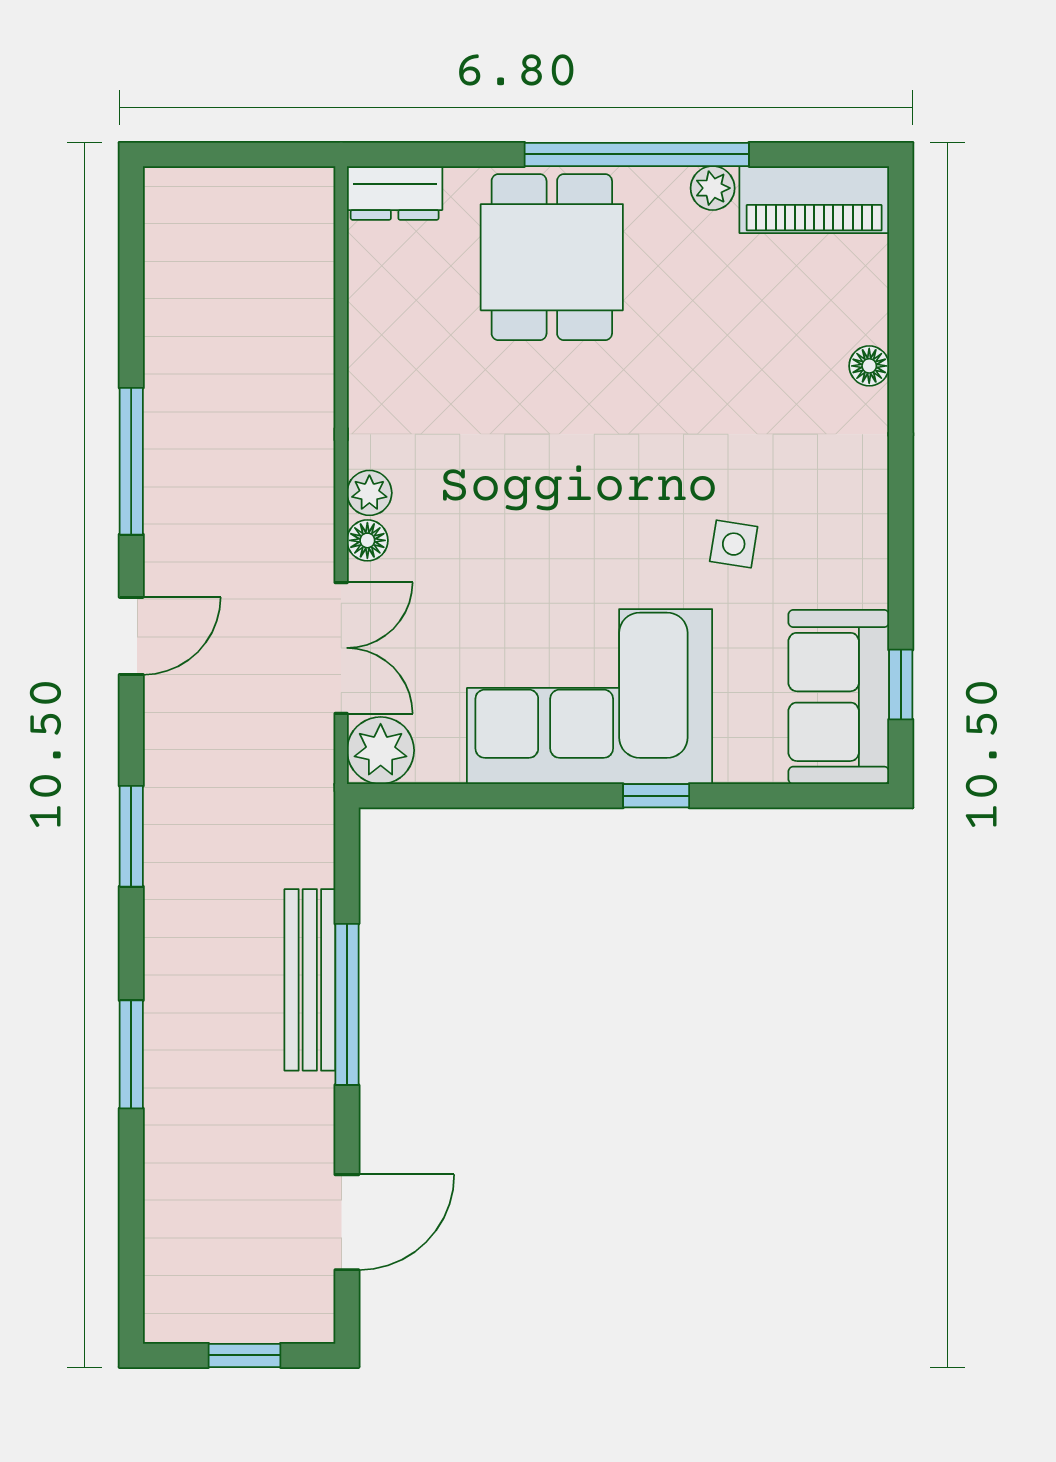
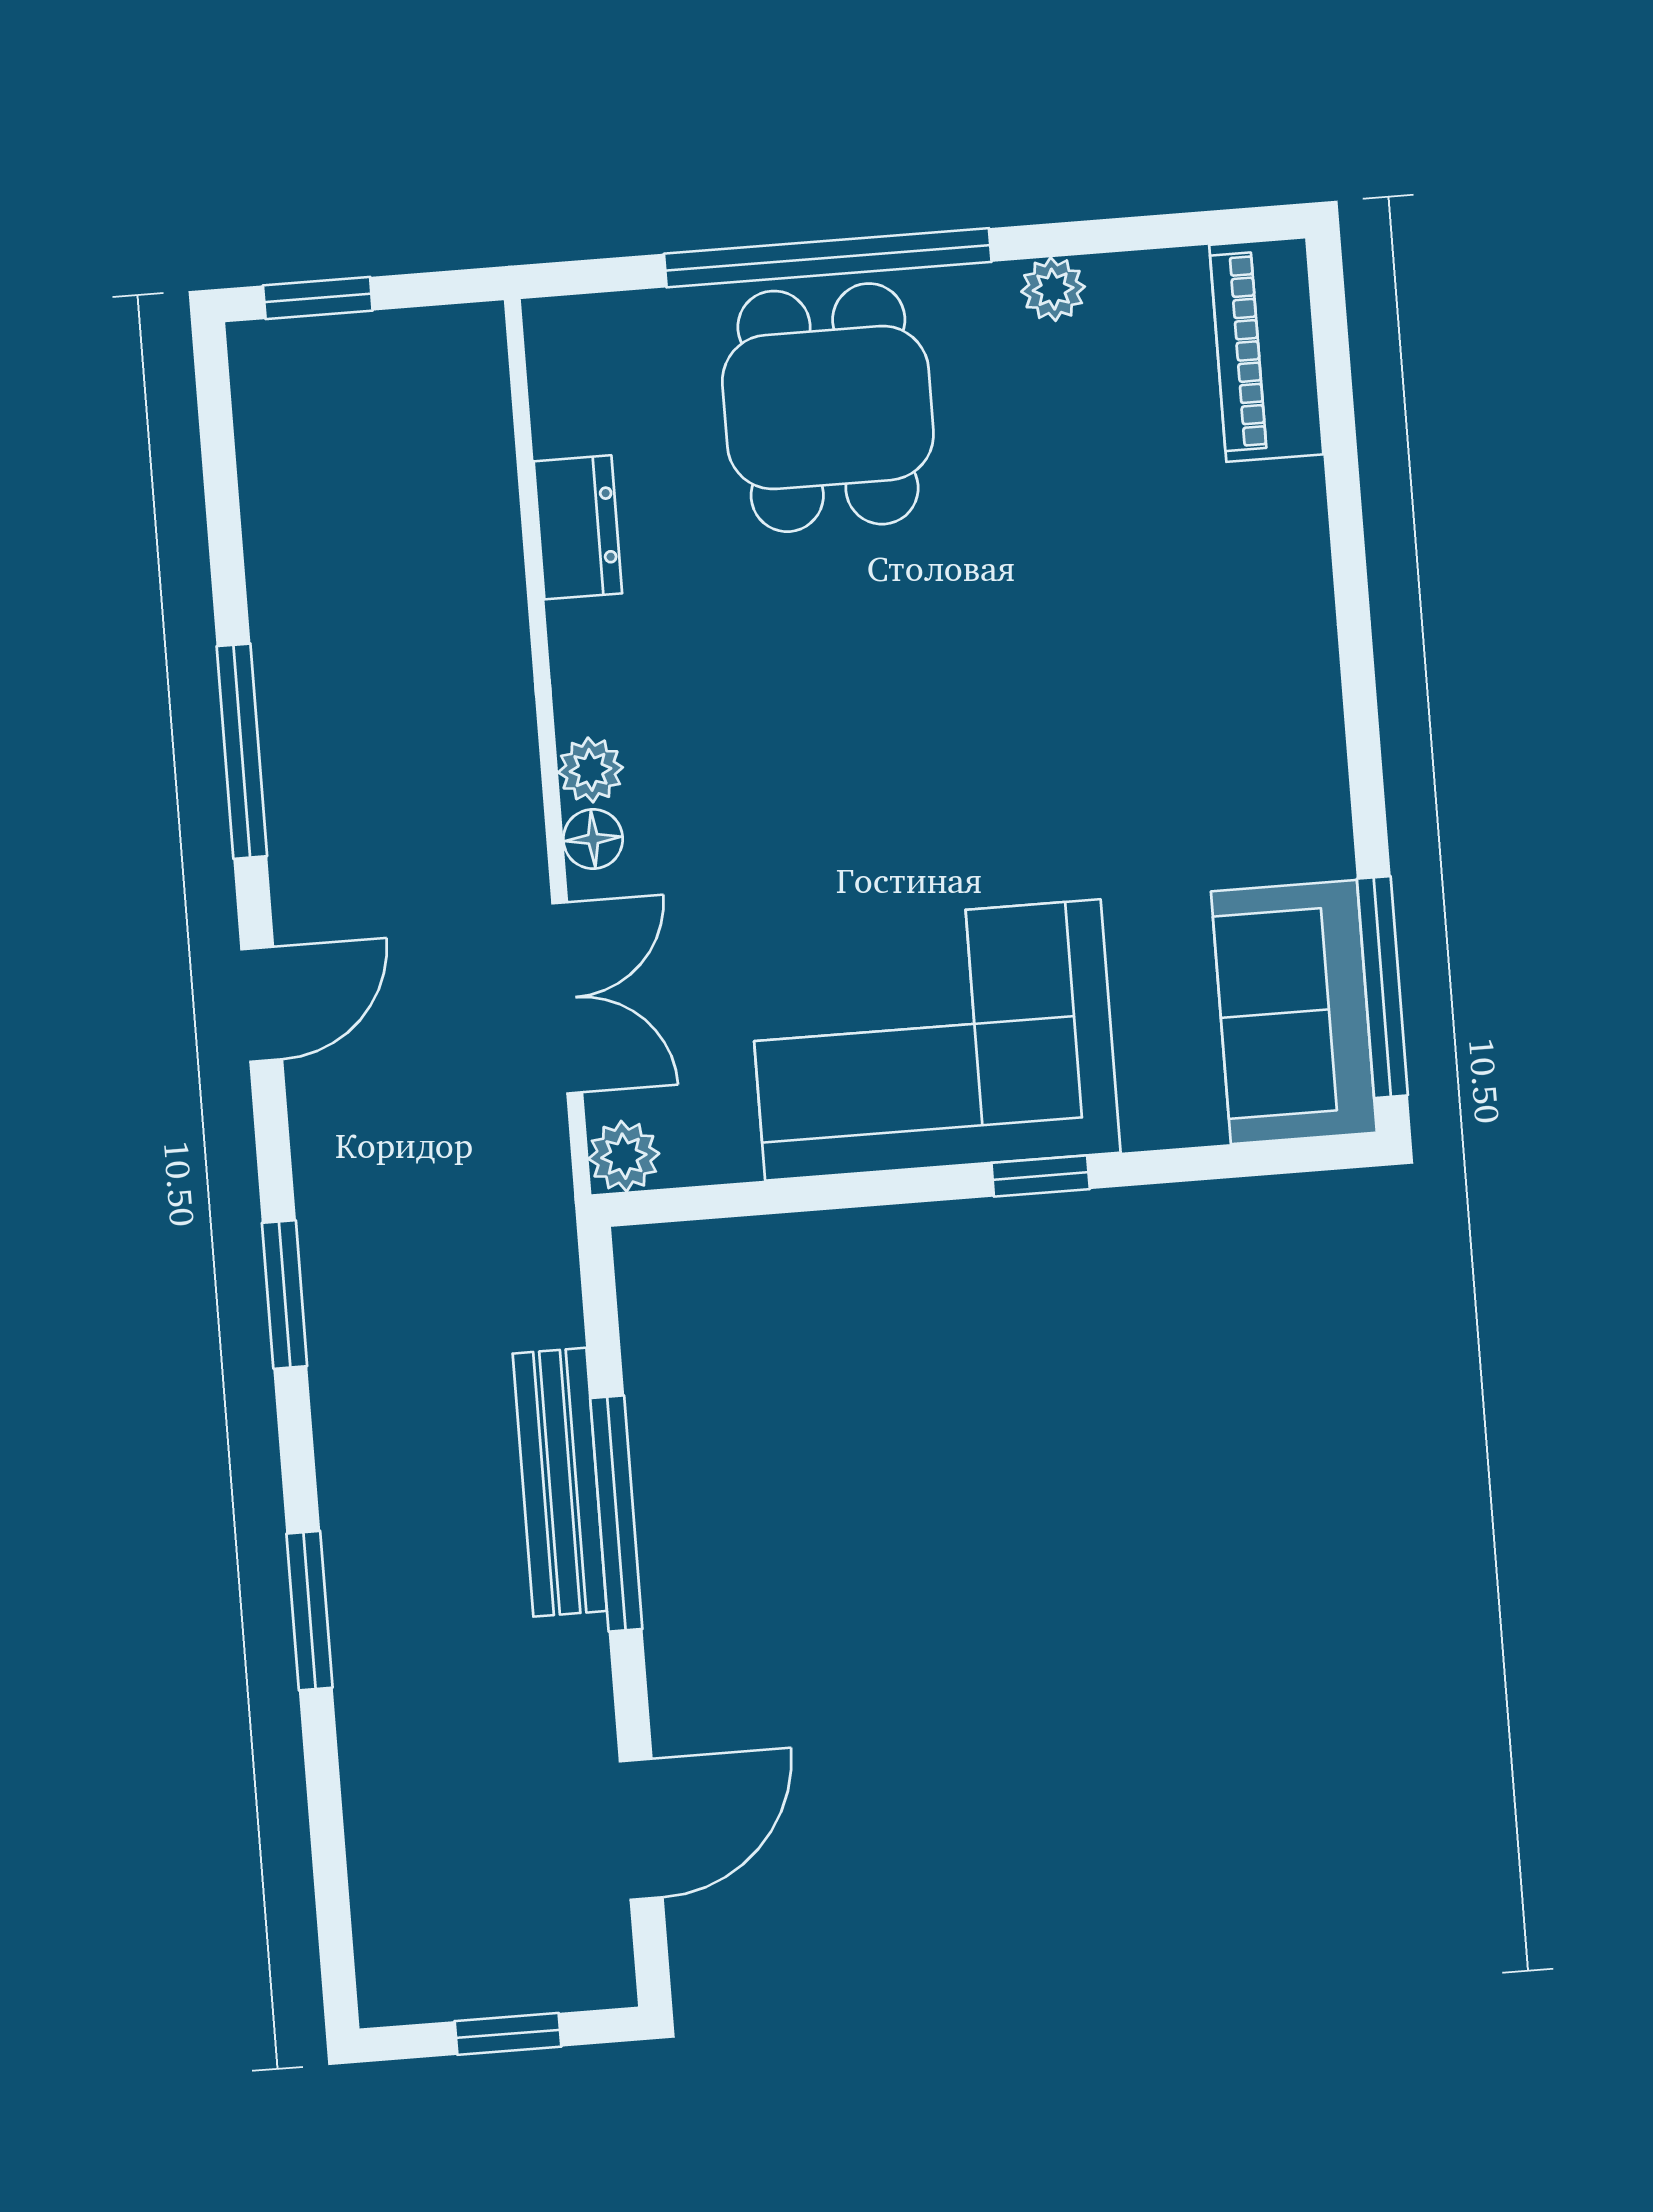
window: (208, 154) -> (318, 298), added
window: (637, 154) -> (828, 258), moved
dresser: (395, 193) -> (578, 527), moved, turned -90
piano: (814, 200) -> (1266, 350), moved, turned 90
floor lamp: (869, 366) -> (1300, 529), removed
side table: (734, 544) -> (1124, 802), removed
window: (901, 685) -> (1382, 987), width x2.17
plant: (381, 750) -> (624, 1156), width x0.73, depth x0.73

